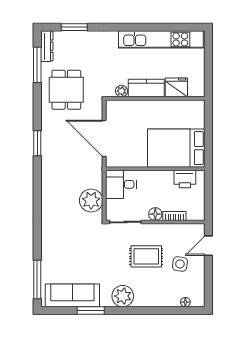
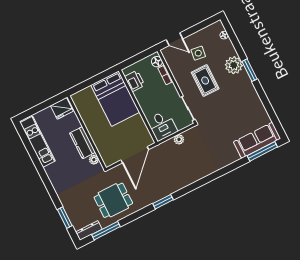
kitchen unit: (161, 39) -> (38, 142), width x0.73
fridge: (176, 87) -> (62, 108), moved, turned -90
plant: (91, 200) -> (179, 139), width x0.53, depth x0.53
floor lamp: (155, 214) -> (157, 62), moved
sofa: (72, 295) -> (257, 140), moved, turned 90
plant: (123, 296) -> (234, 65), moved
window: (91, 310) -> (249, 70), moved

